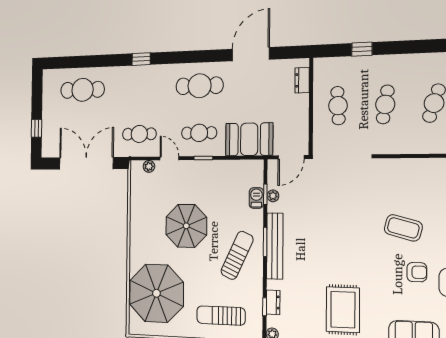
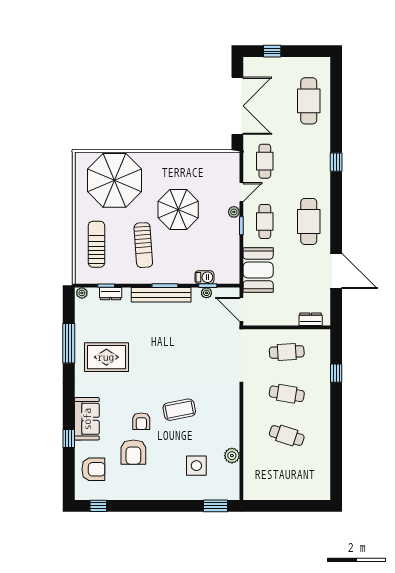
plant: (149, 166) -> (234, 212), moved
coffee table: (403, 228) -> (179, 410), turned 64
sun lounger: (237, 255) -> (143, 245), moved, turned 61

